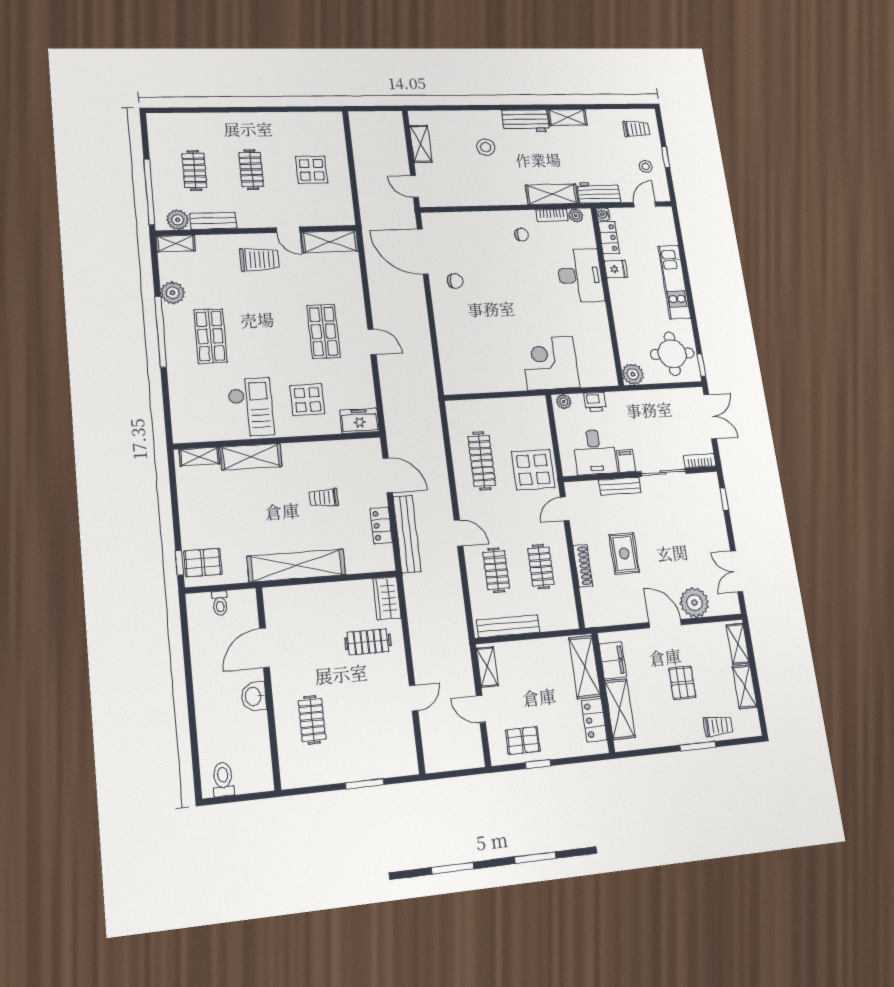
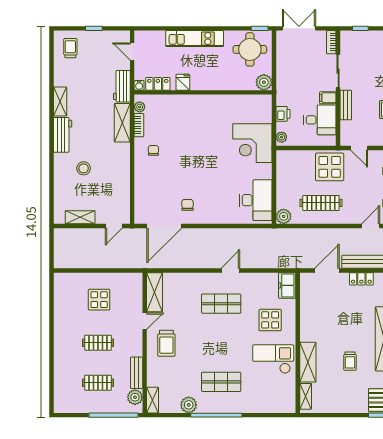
stool: (646, 167) -> (101, 46), removed
trolley: (259, 260) -> (166, 343), turned 180
desk: (580, 275) -> (256, 200), moved, turned 90
plant: (456, 410) -> (284, 216), added
trolley: (324, 498) -> (350, 361), moved

